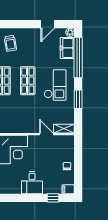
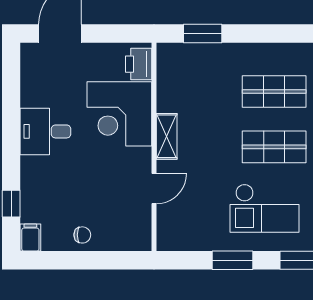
shelving: (64, 129) -> (167, 136), moved
desk: (32, 183) -> (45, 131), moved

